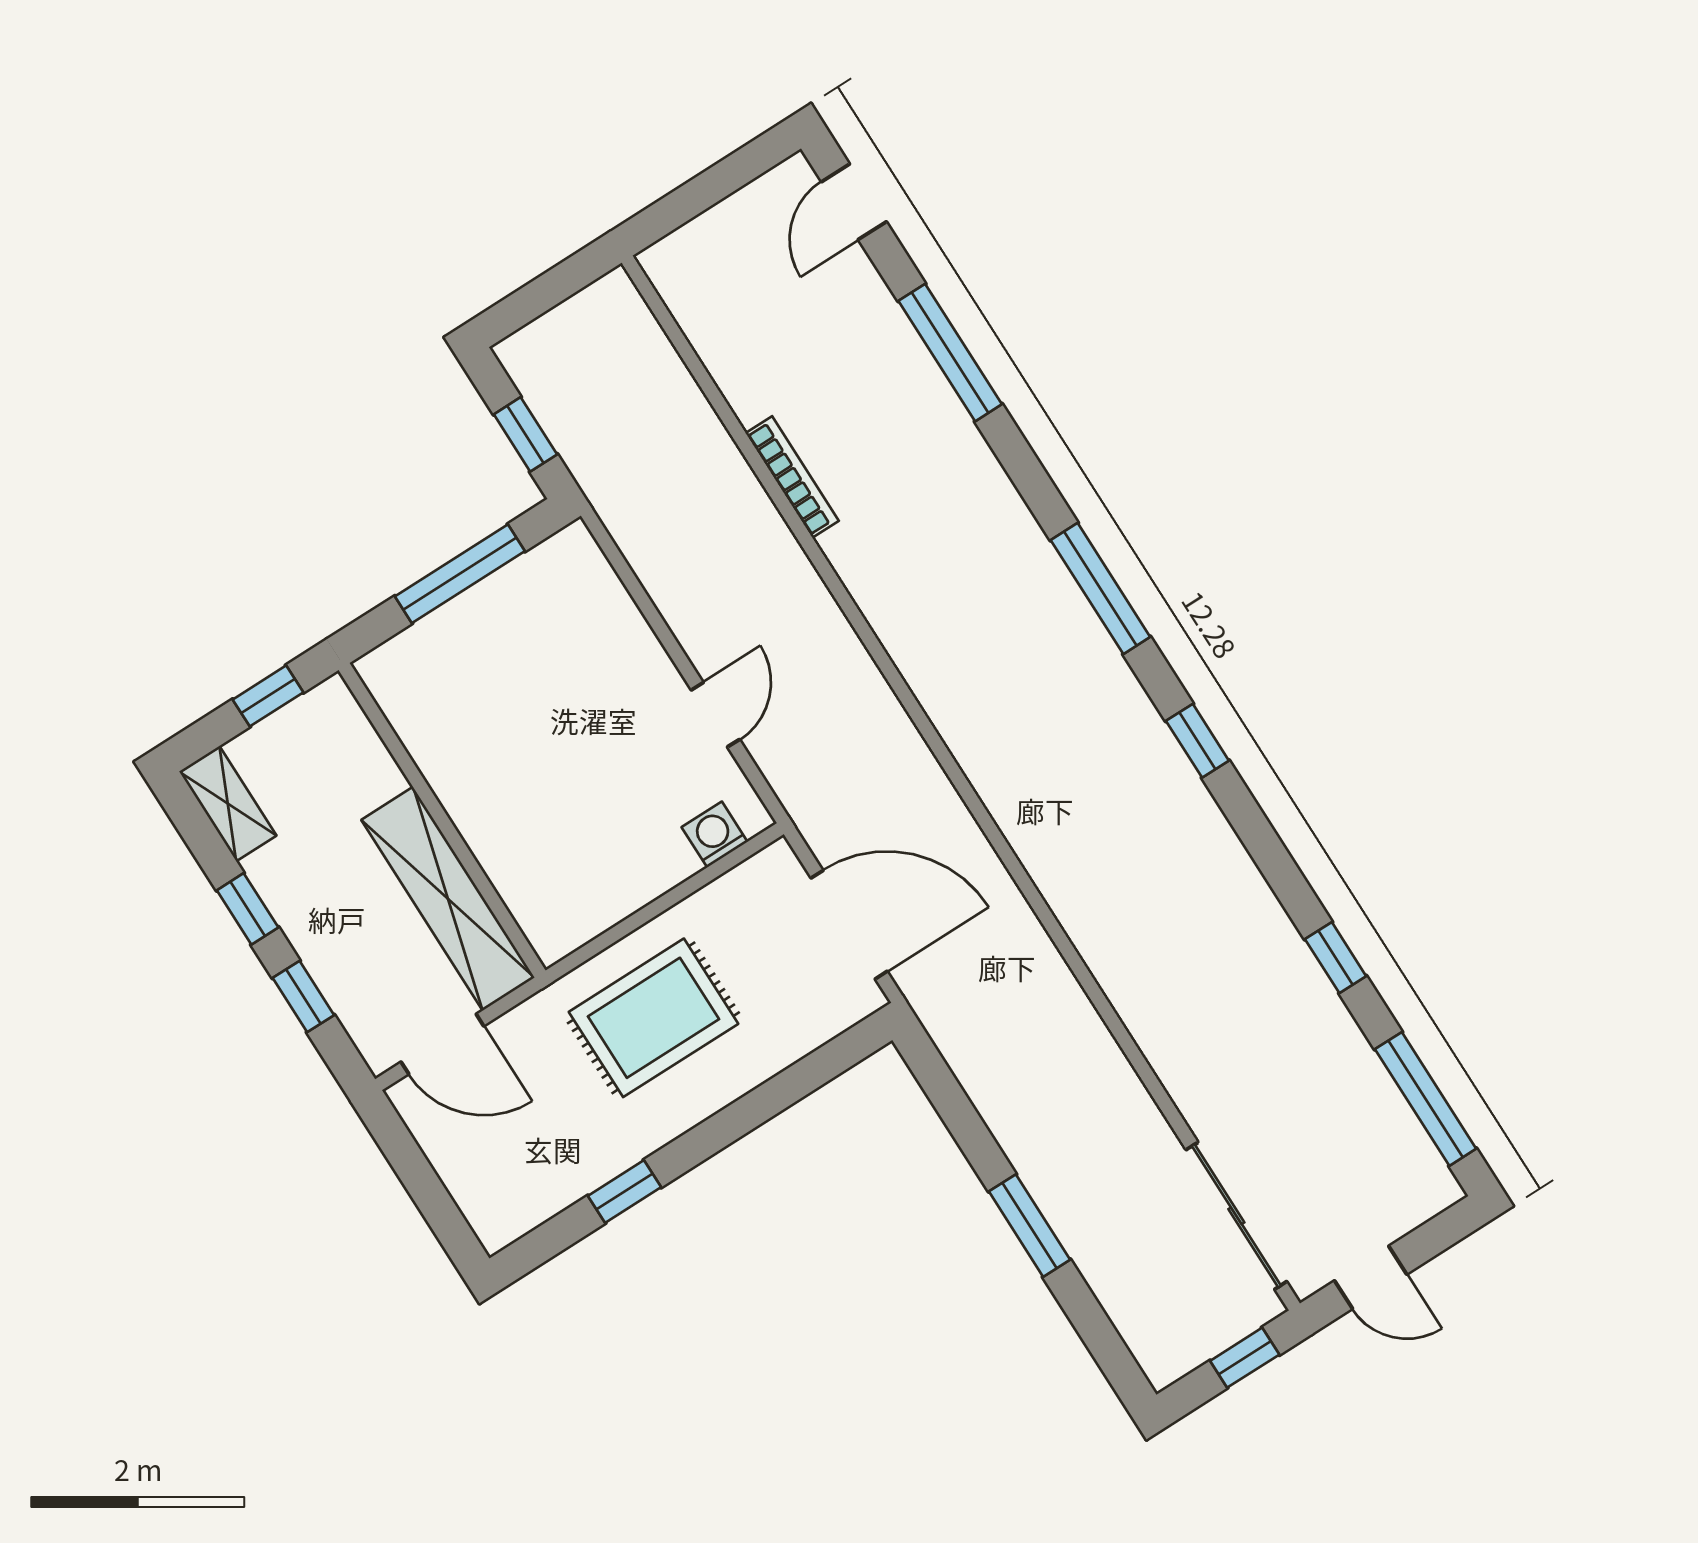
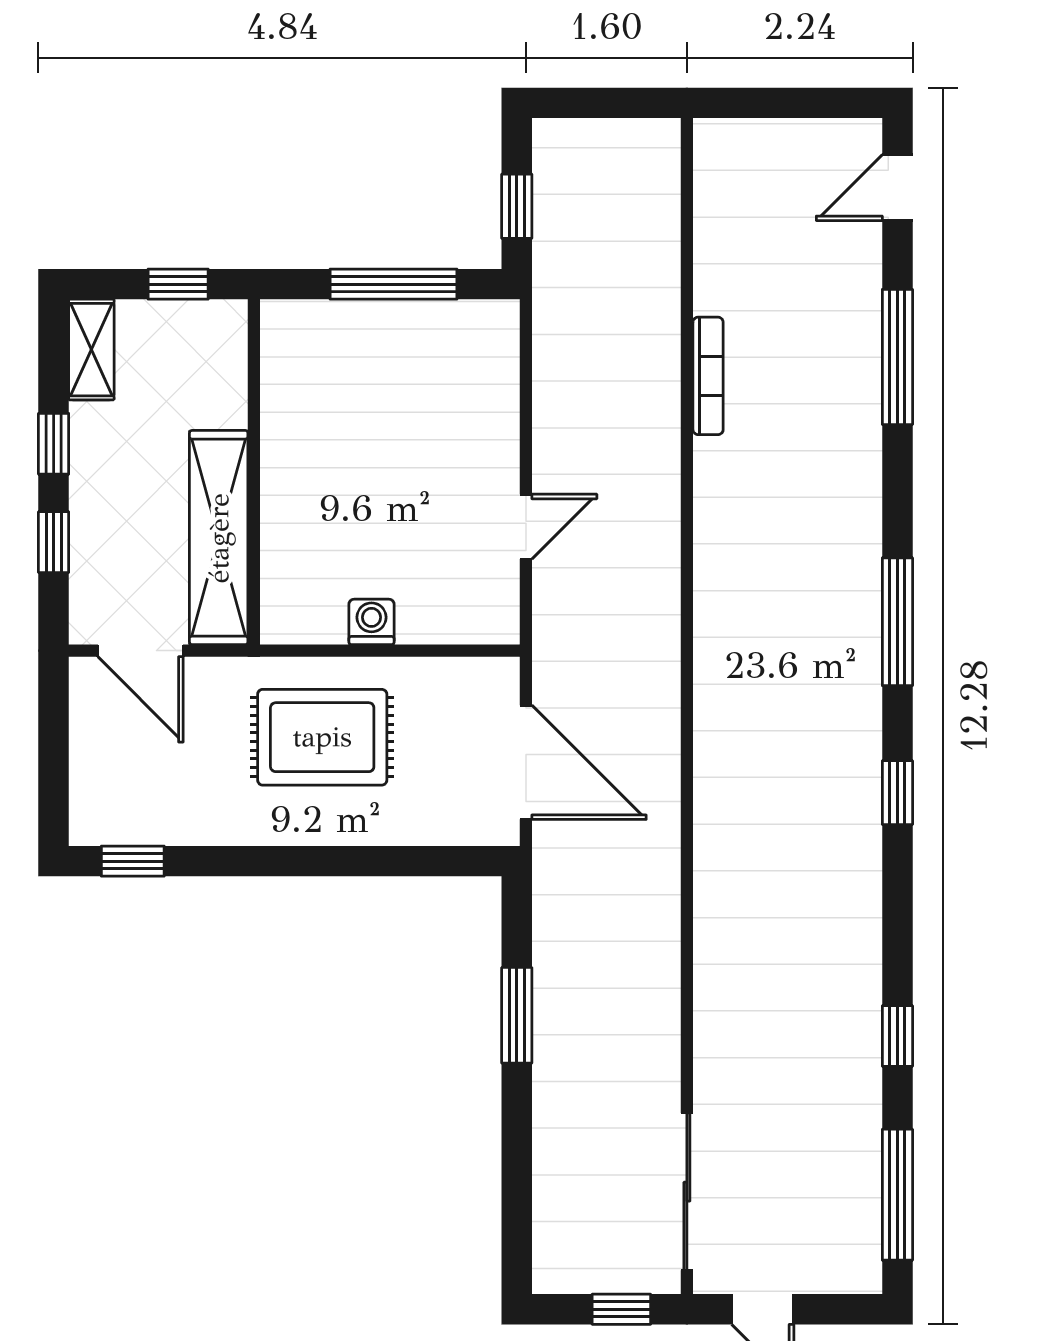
washing machine: (715, 835) -> (371, 622), moved
window: (624, 1192) -> (133, 861), moved
window: (1029, 1226) -> (517, 1015), moved

